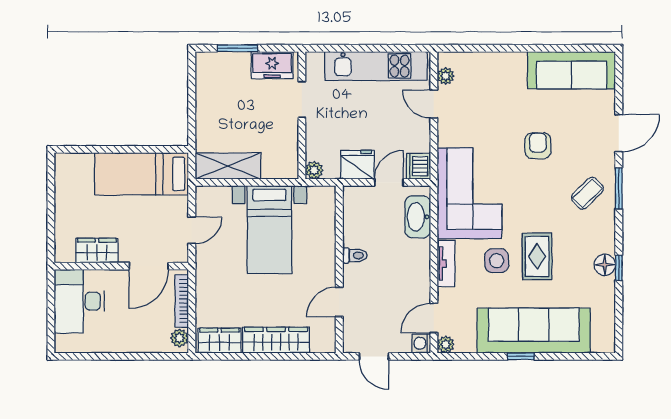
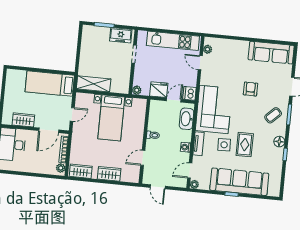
floor lamp: (605, 265) -> (279, 142), moved
wardrobe: (276, 340) -> (109, 174), width x0.67
washing machine: (421, 343) -> (186, 147), moved

